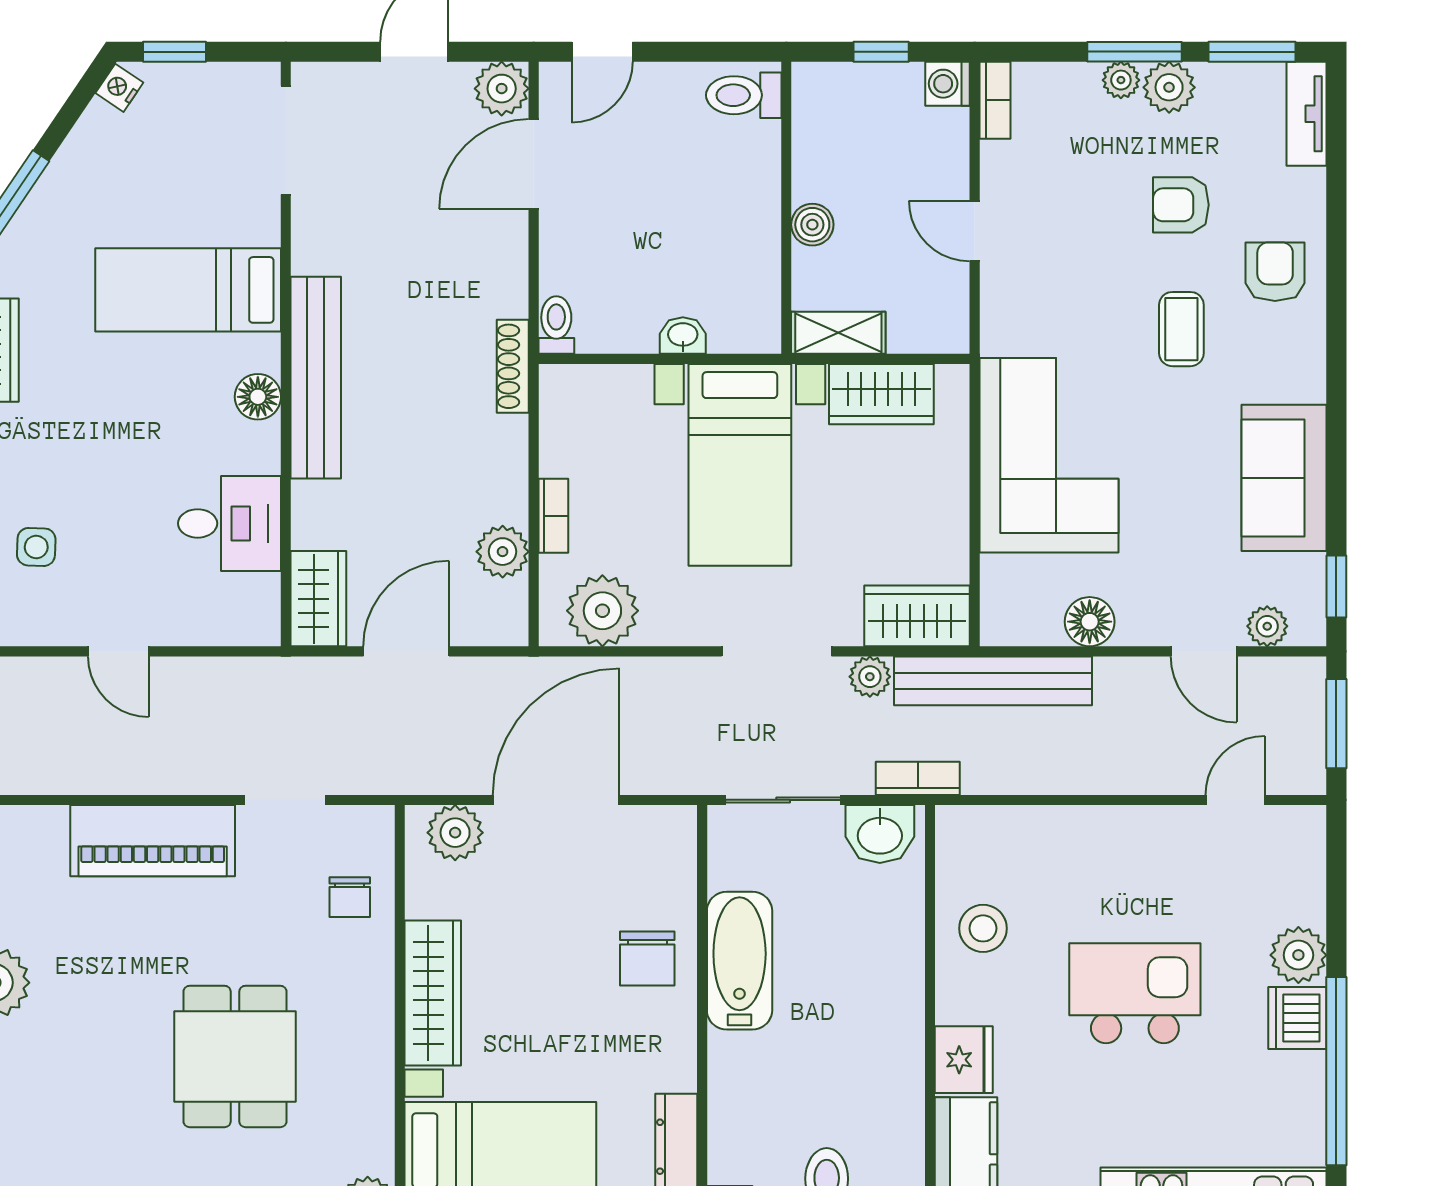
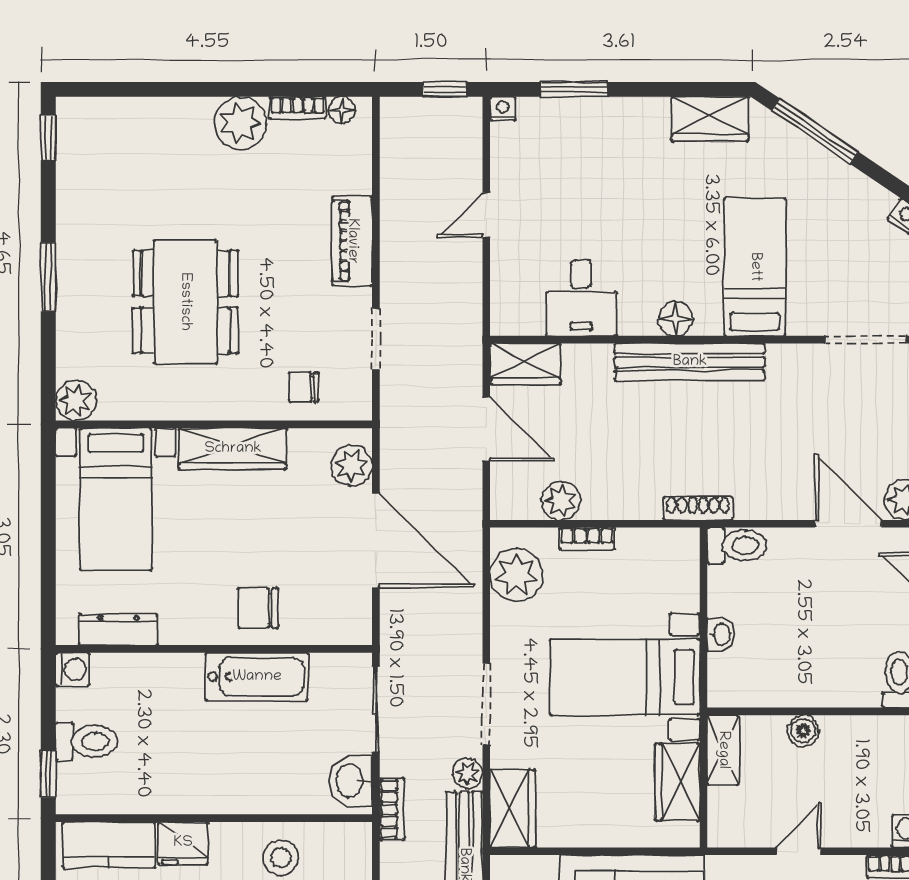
toilet: (556, 325) -> (737, 545), width x1.37, depth x1.39
side table: (36, 547) -> (564, 154), removed
piano: (153, 841) -> (352, 241), width x0.73, depth x0.75
dining table: (235, 1056) -> (185, 302), width x1.37

